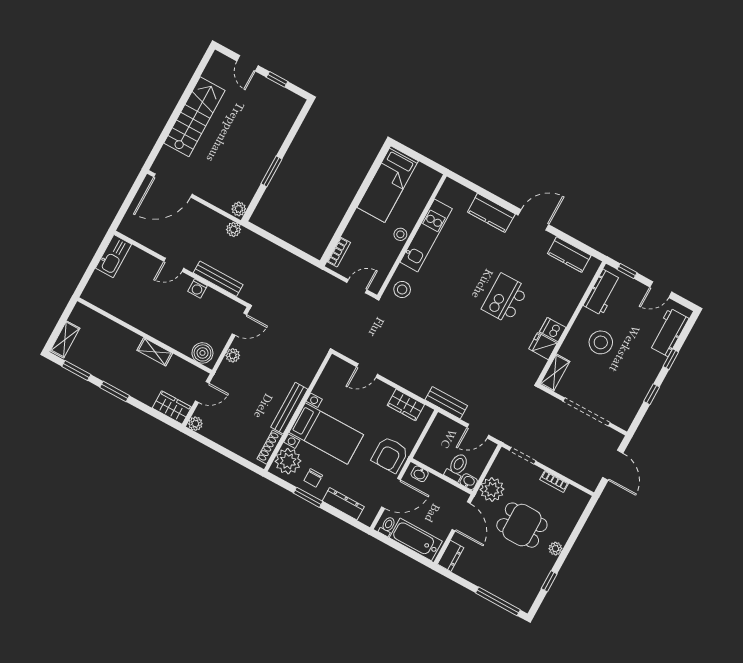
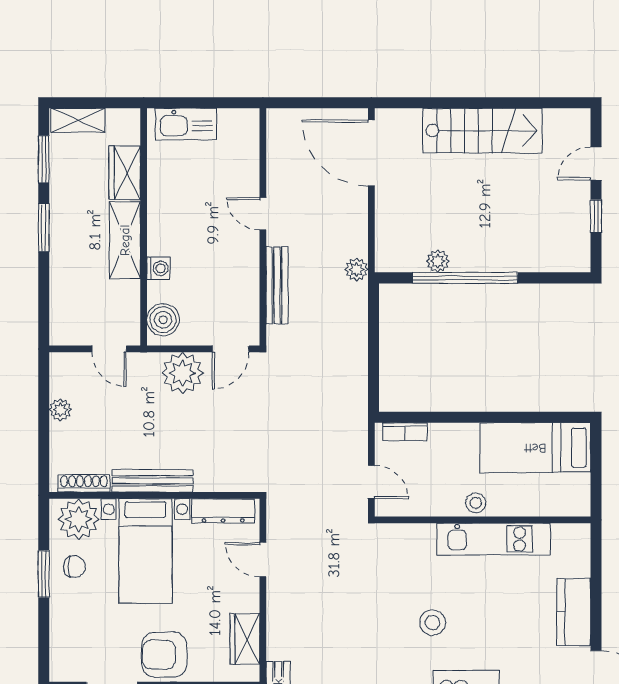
window: (271, 171) -> (465, 278), width x2.11
plant: (239, 209) -> (438, 261), moved
kitchen sink: (113, 256) -> (186, 124), moved
washing machine: (198, 288) -> (158, 268), moved, turned 180
stool: (402, 289) -> (432, 623), moved
door: (239, 324) -> (231, 349), hinge flipped
shelving: (155, 352) -> (125, 240), width x1.50, depth x1.33
plant: (233, 355) -> (182, 373), width x1.88, depth x1.88
wardrobe: (172, 408) -> (125, 173), moved, turned 180
plant: (195, 424) -> (60, 410), moved
chair: (313, 478) -> (74, 567), turned 180
dresser: (343, 504) -> (223, 511), moved, turned 90

